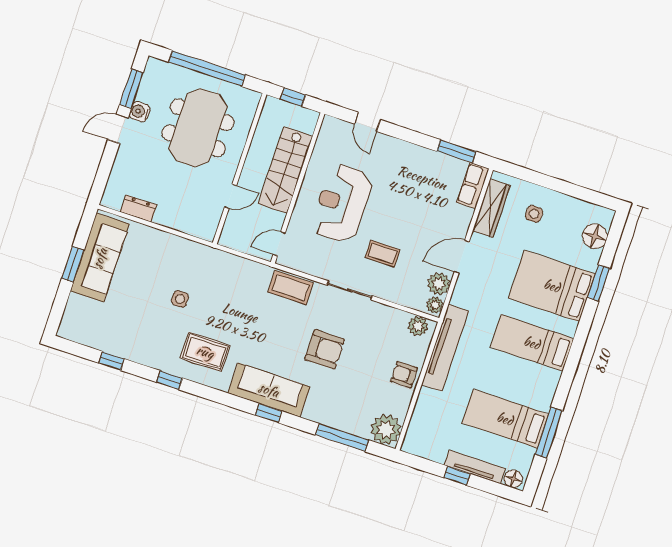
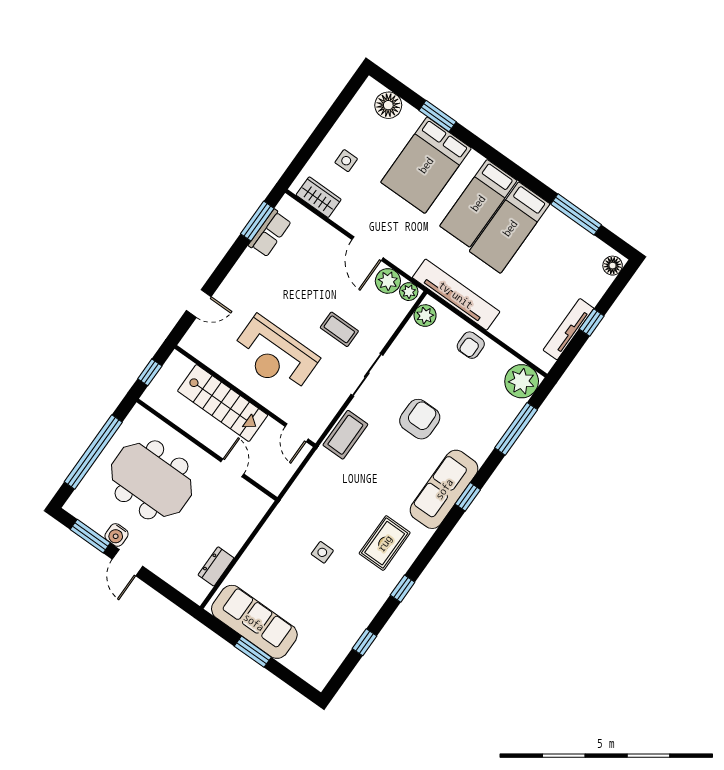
row of seats: (473, 185) -> (270, 233), moved, turned -90
wardrobe: (491, 208) -> (319, 197), width x0.67
coffee table: (382, 254) -> (339, 329), turned 90
bed: (505, 419) -> (510, 228), moved
tv unit: (475, 467) -> (568, 329), moved

